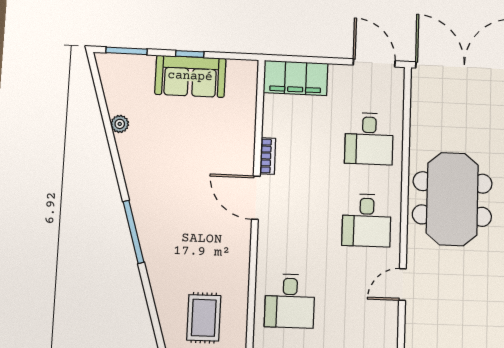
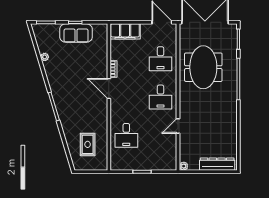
meeting table: (452, 199) -> (203, 67), moved

